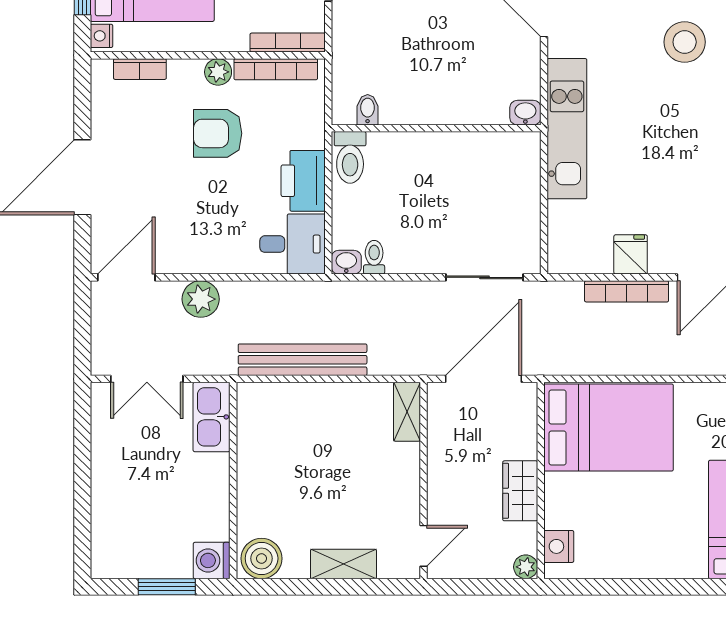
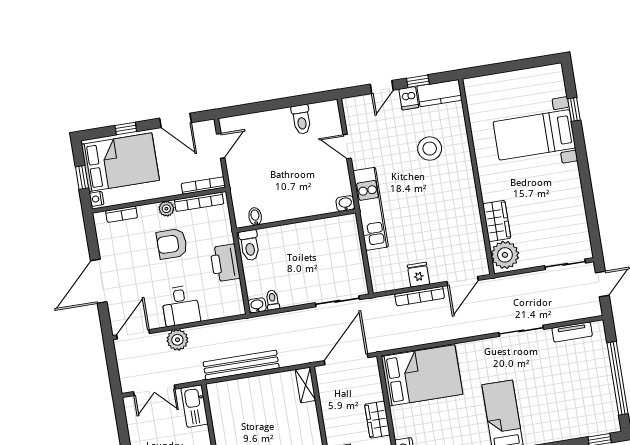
desk: (293, 244) -> (181, 306), moved, turned 90

